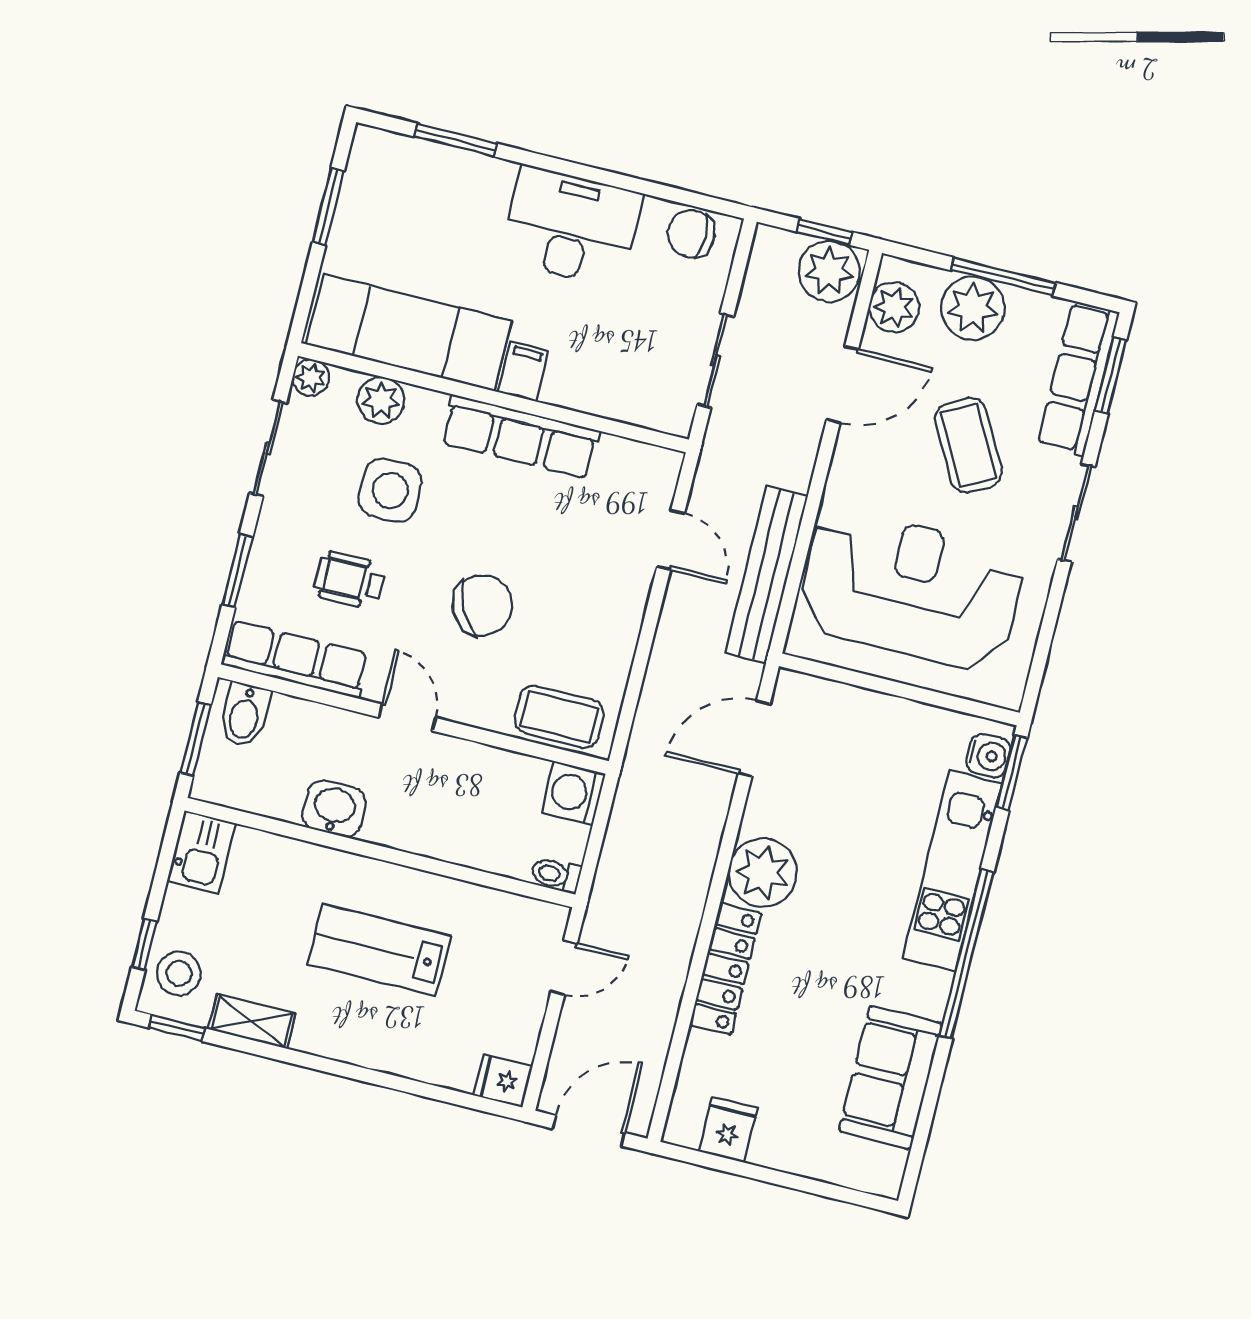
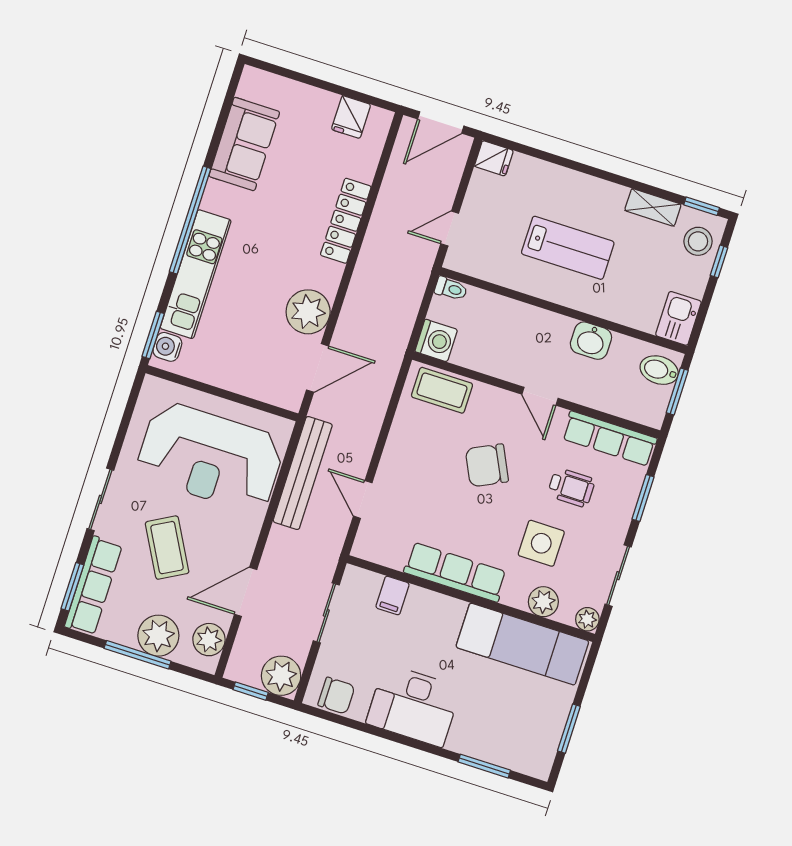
plant: (829, 271) -> (281, 676), moved
filing cabinet: (523, 371) -> (392, 595), moved
bidet: (245, 715) -> (659, 370), moved, turned -90
plant: (763, 872) -> (308, 312), moved

